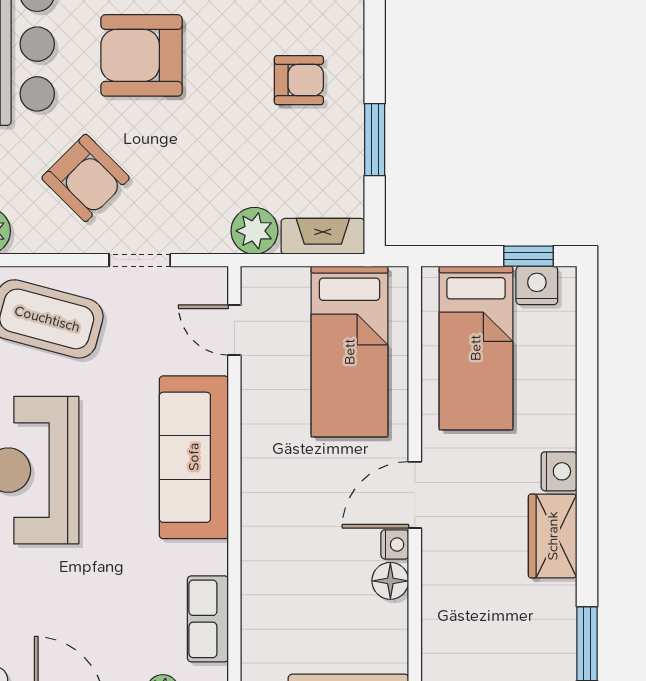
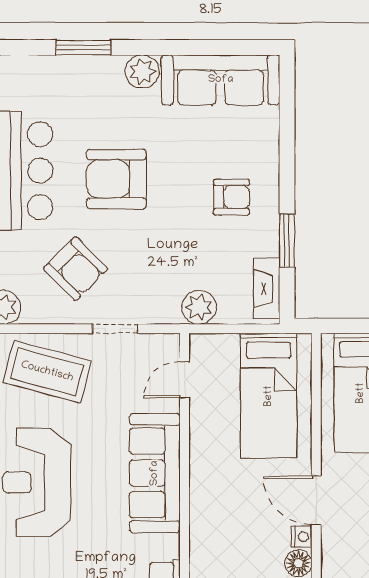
fireplace: (323, 236) -> (267, 289), moved, turned -90
door: (234, 330) -> (184, 380), hinge flipped
door: (415, 495) -> (316, 500), hinge flipped

